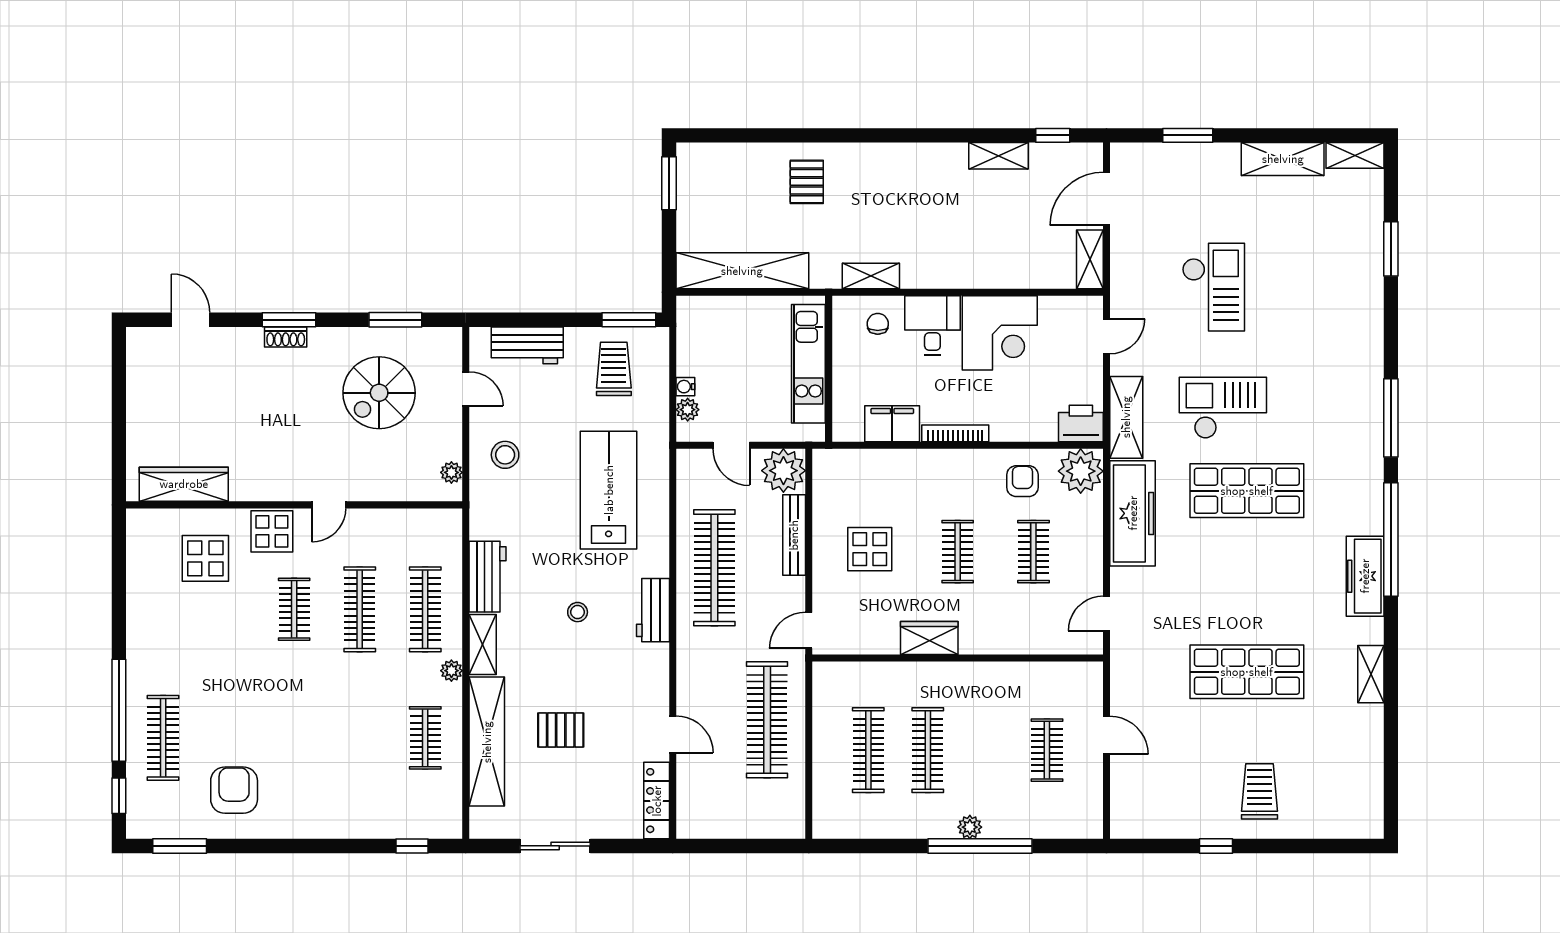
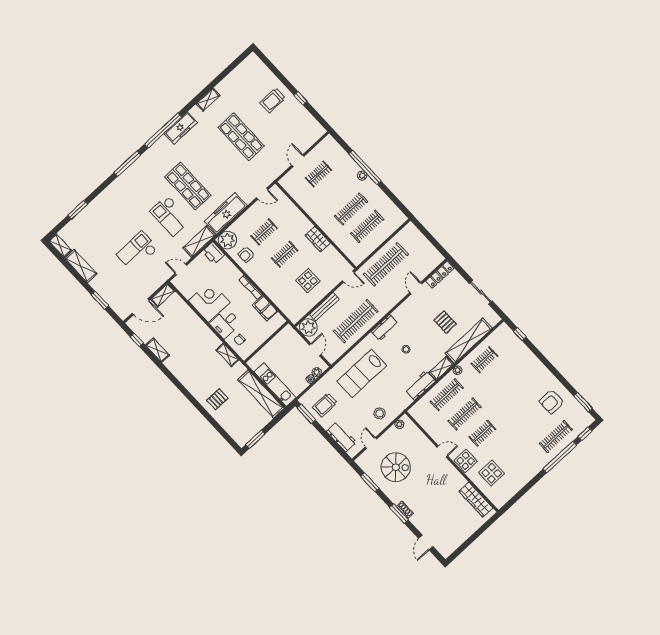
kitchen unit: (808, 364) -> (275, 385), moved, turned -90

